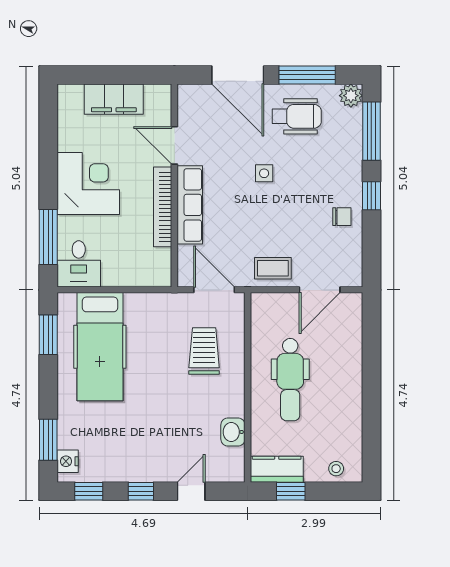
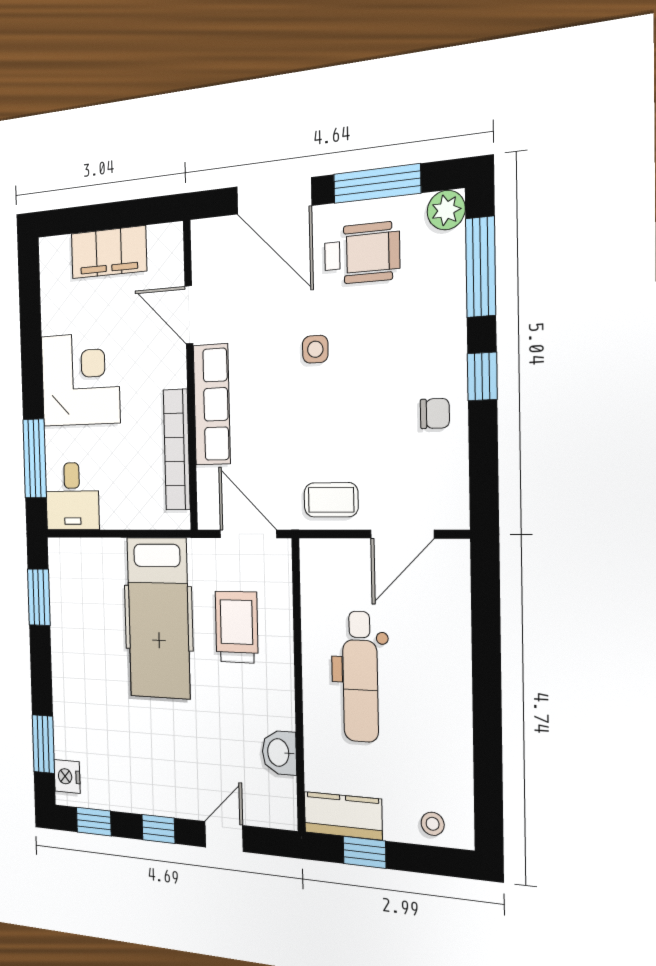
bookcase: (163, 207) -> (177, 450), moved
hospital bed: (100, 347) -> (158, 618), moved

